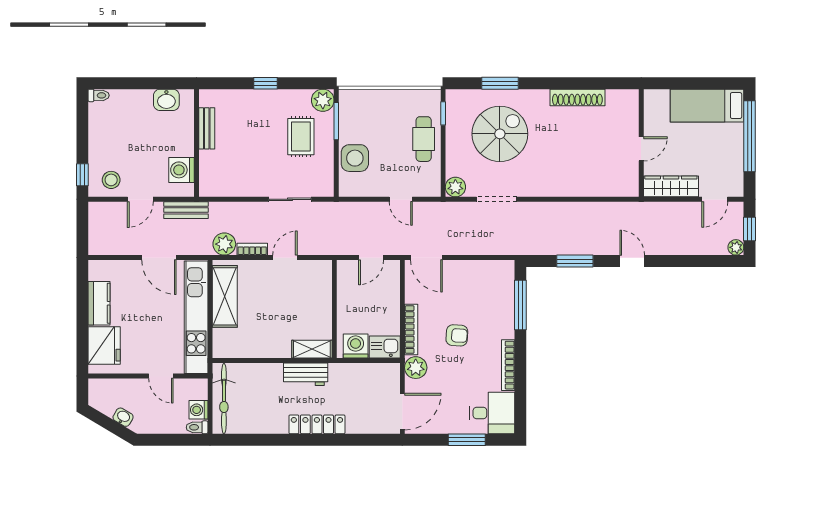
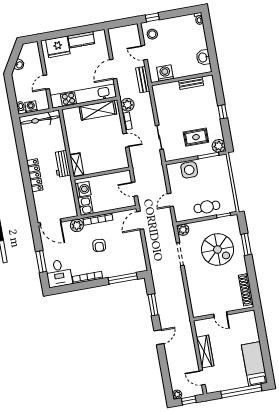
wall: (641, 143) -> (224, 314), moved
door: (641, 149) -> (220, 314), moved

